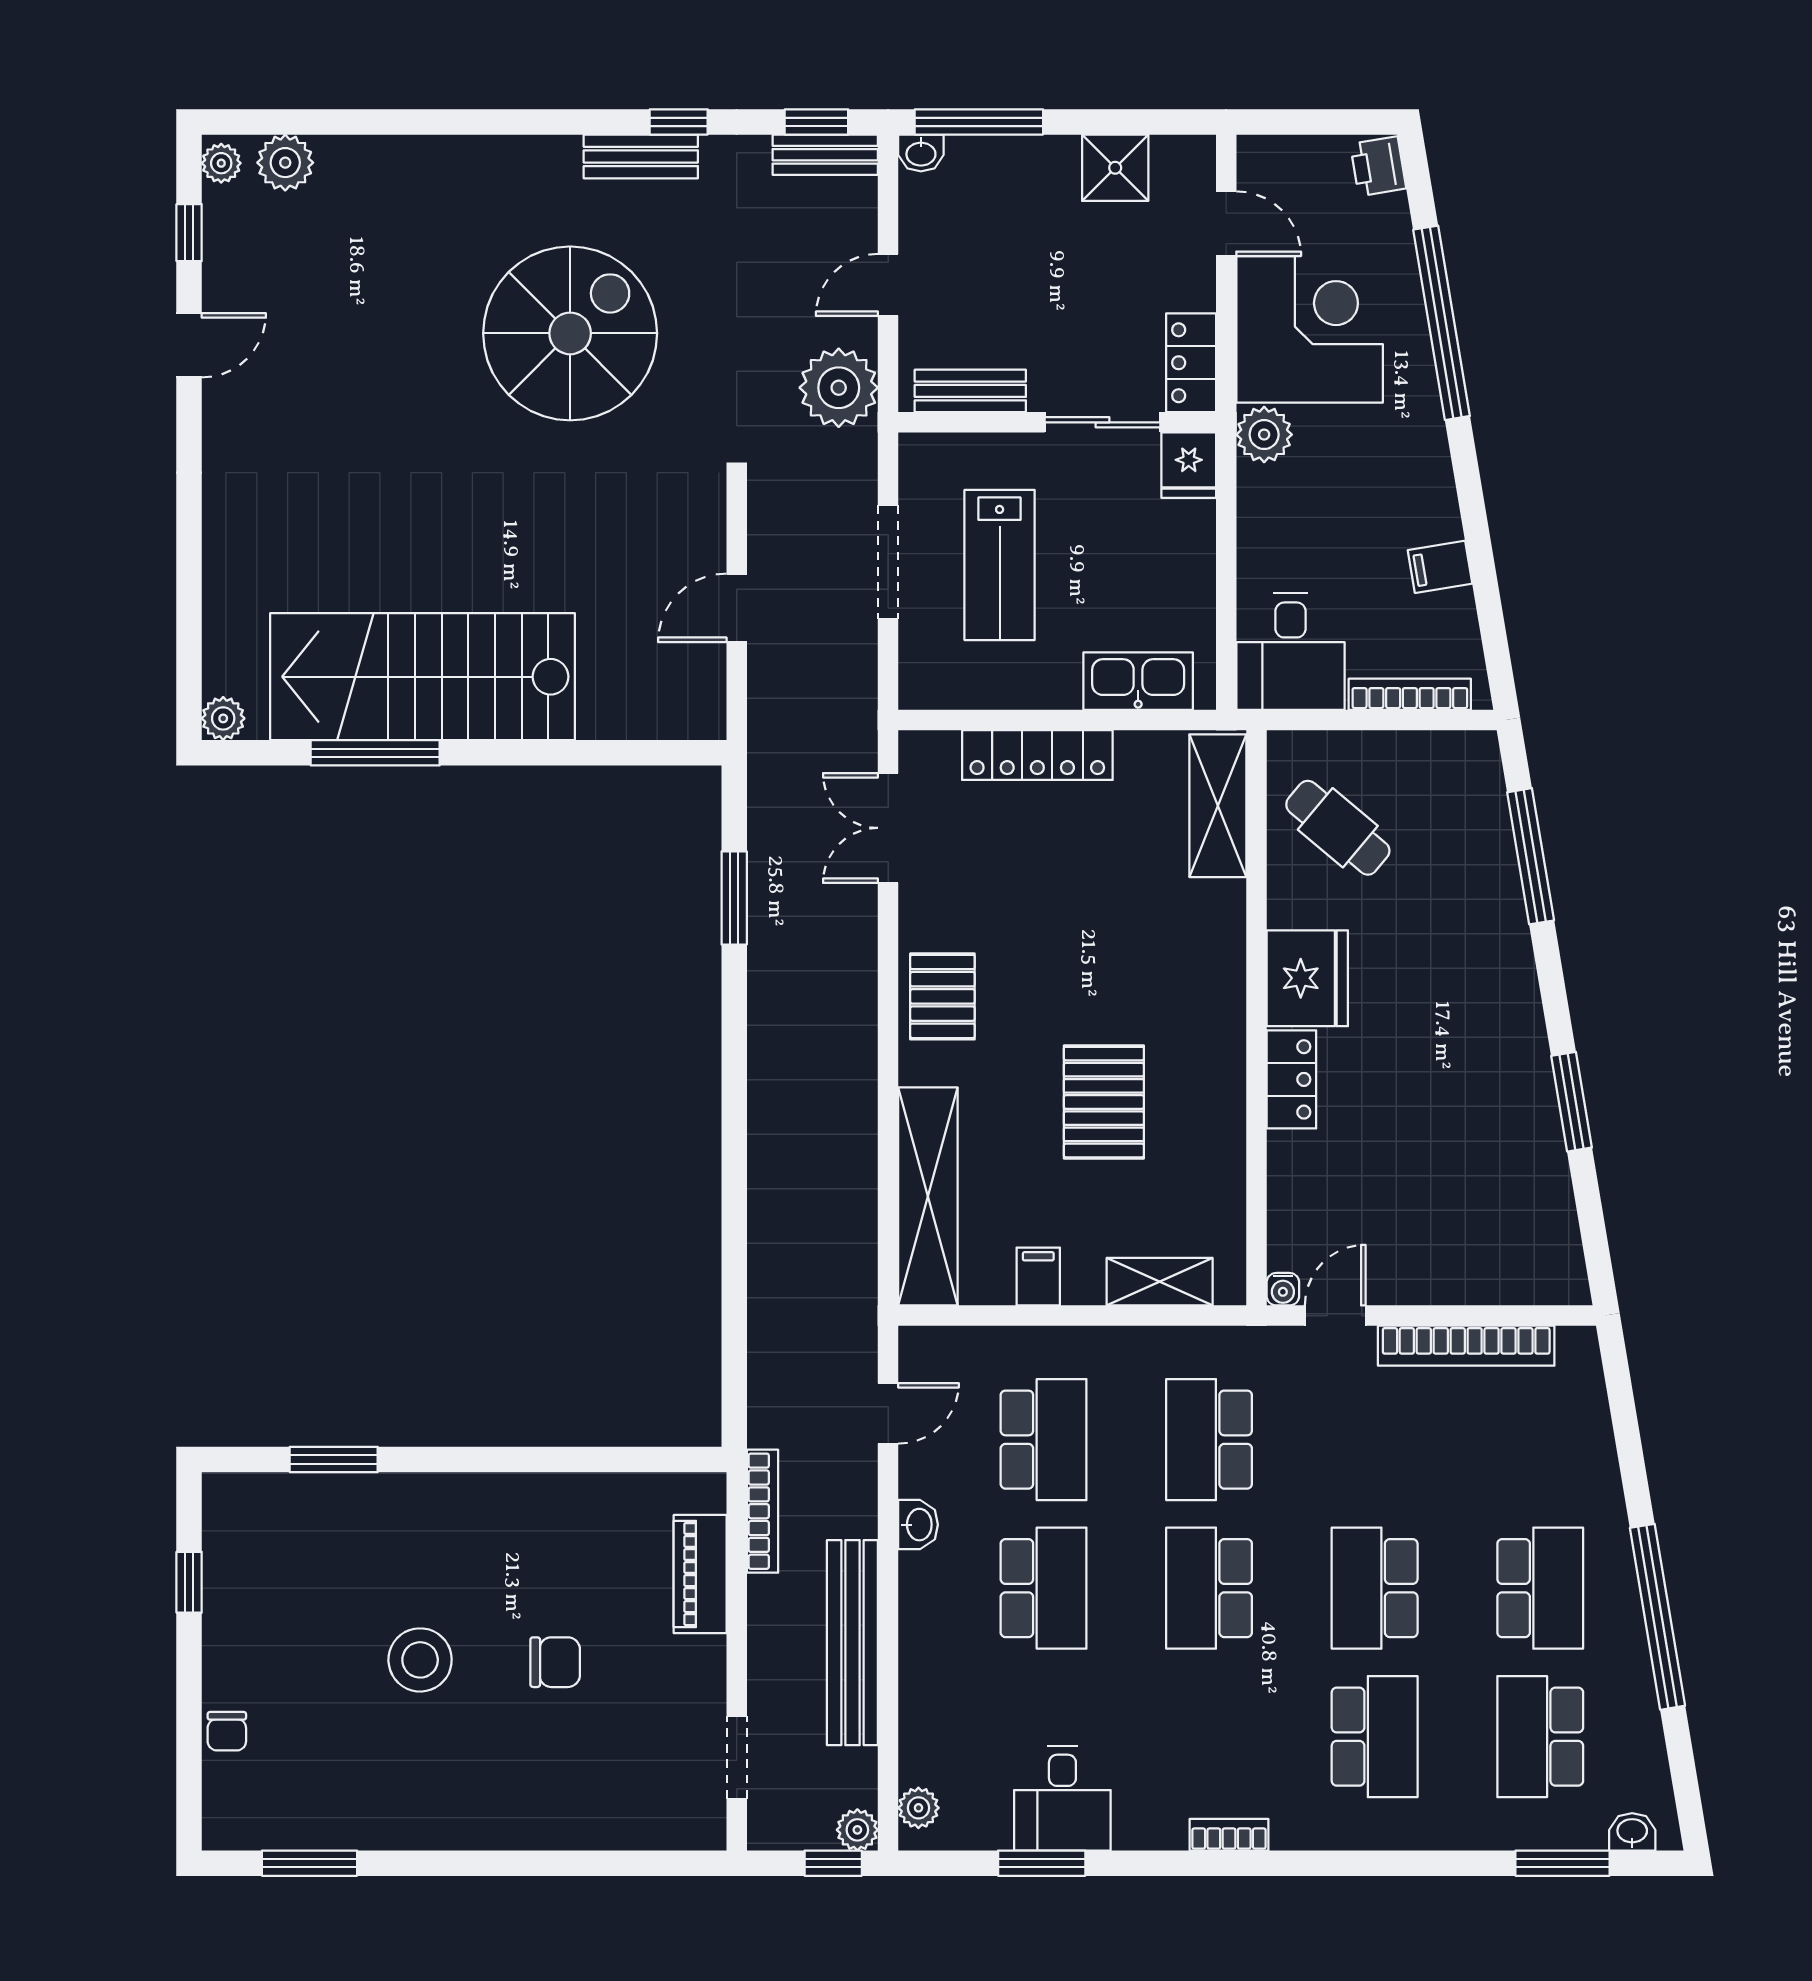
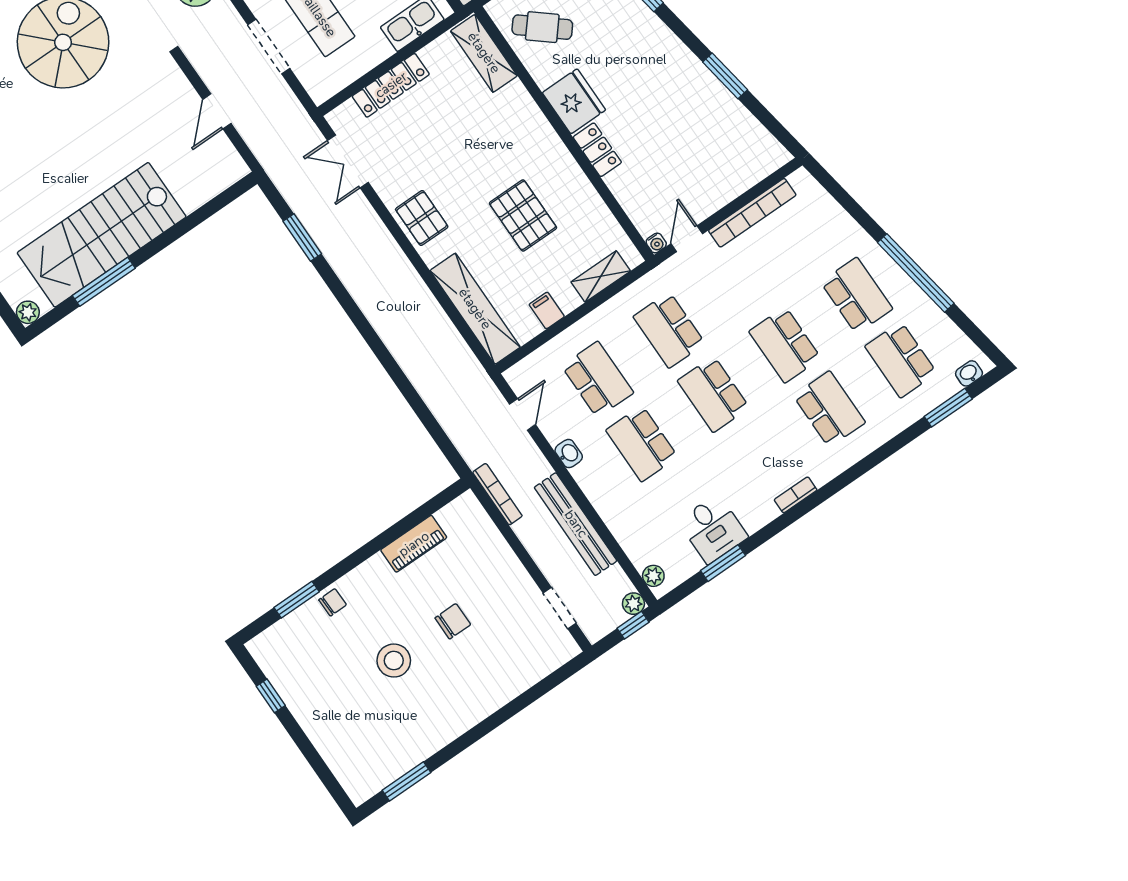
piano: (700, 1574) -> (414, 544), moved, turned -90
school desk: (1044, 1588) -> (642, 444), turned 180
chair: (227, 1731) -> (333, 602), moved, turned -91

